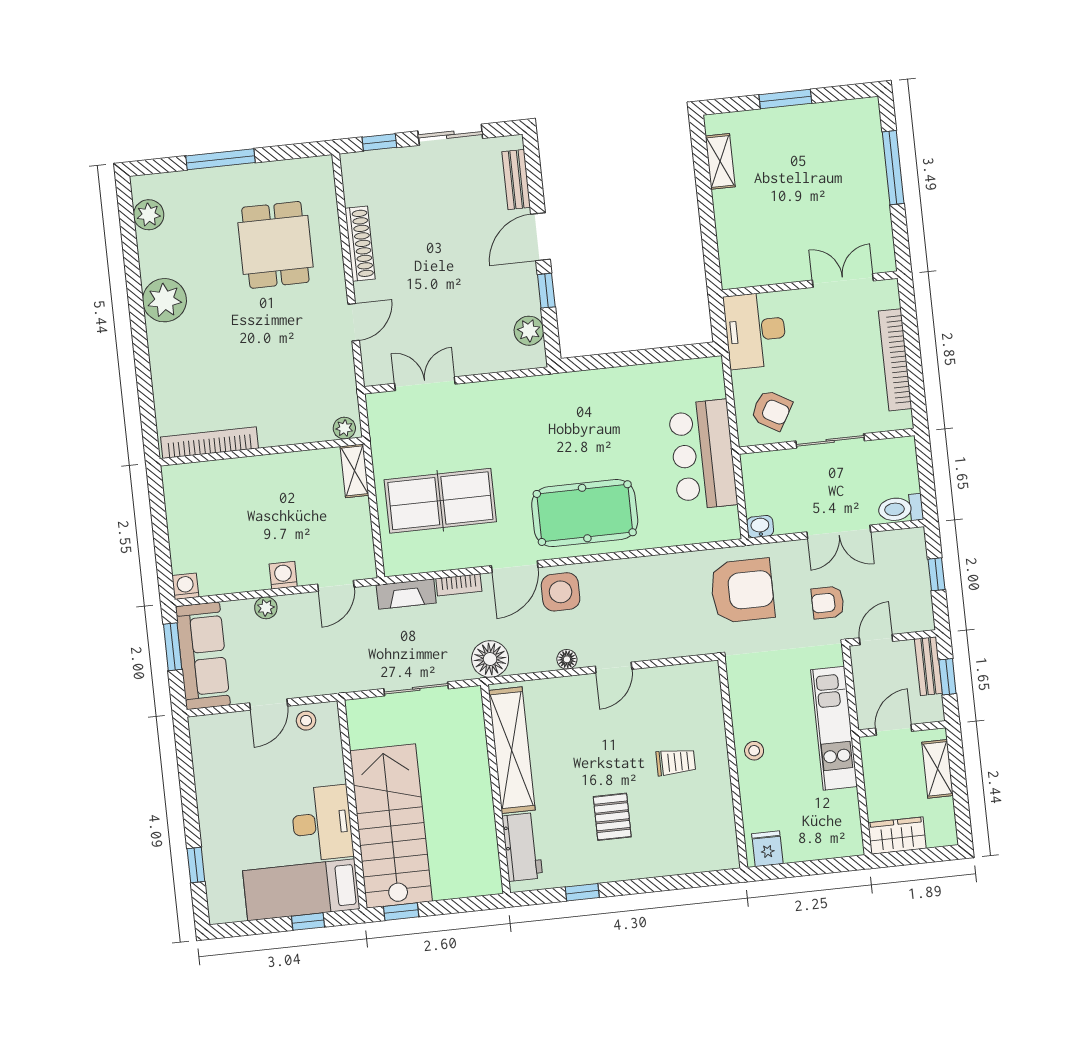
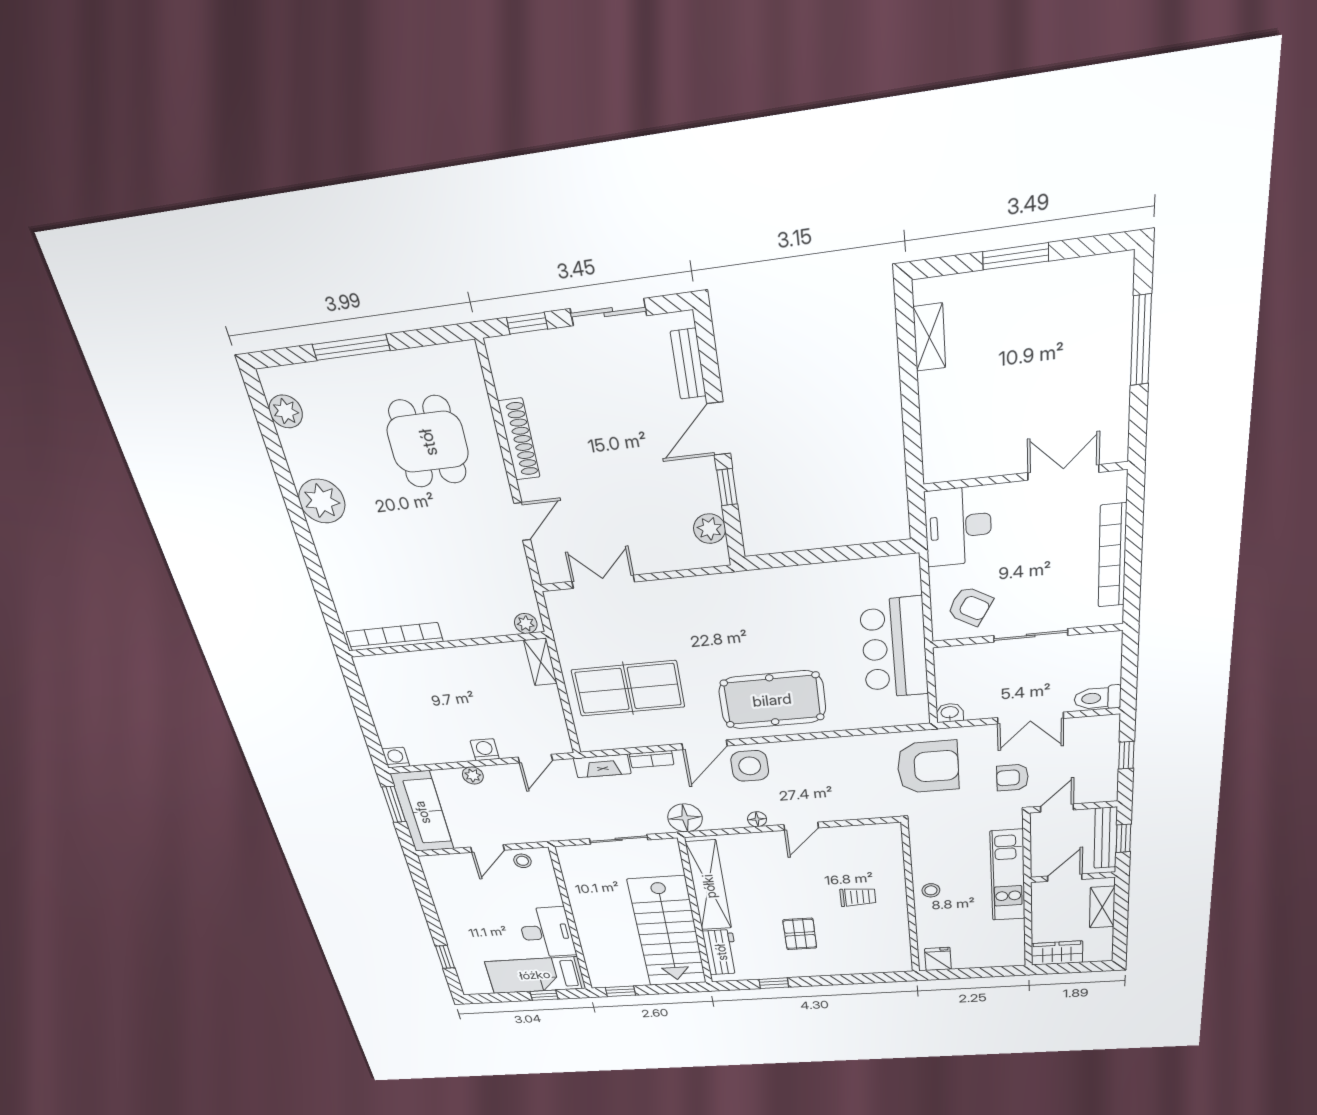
bench: (928, 666) -> (1106, 838), width x1.36
stairs: (391, 826) -> (667, 932), moved, turned 180

